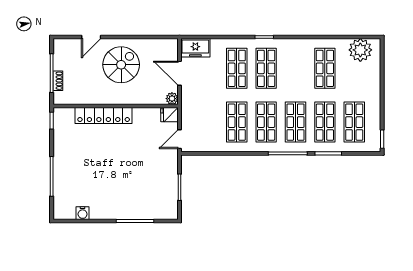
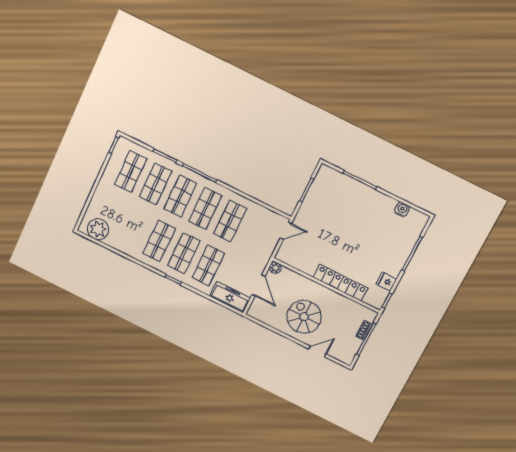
freezer: (195, 48) -> (230, 297), width x1.40
spiral stairs: (121, 65) -> (304, 317), turned 90
shop shelf: (325, 68) -> (159, 241), moved
fridge: (169, 115) -> (386, 281), moved, turned 180

